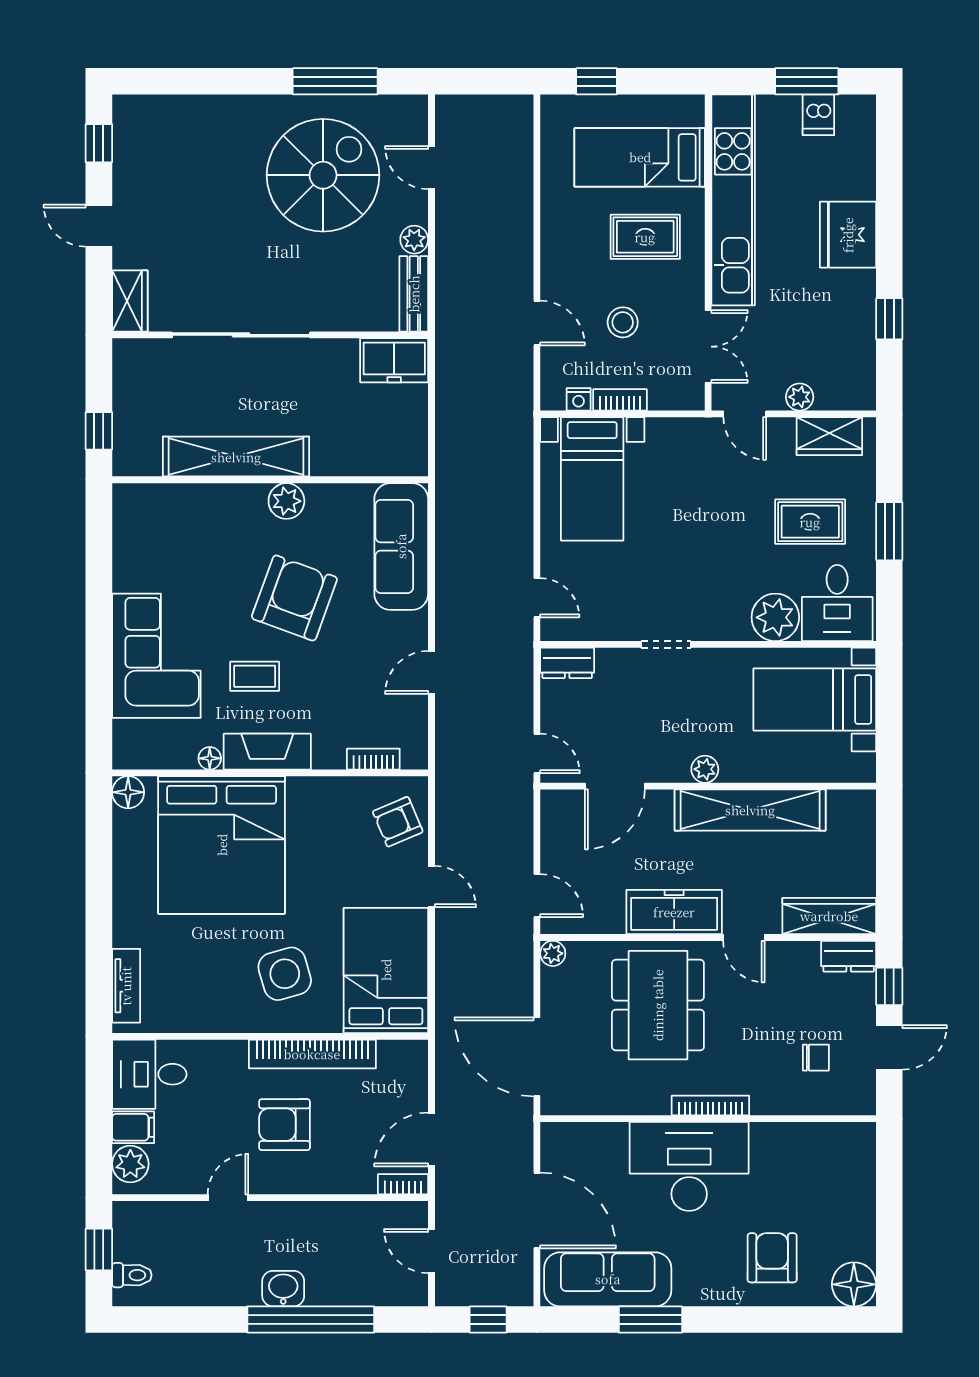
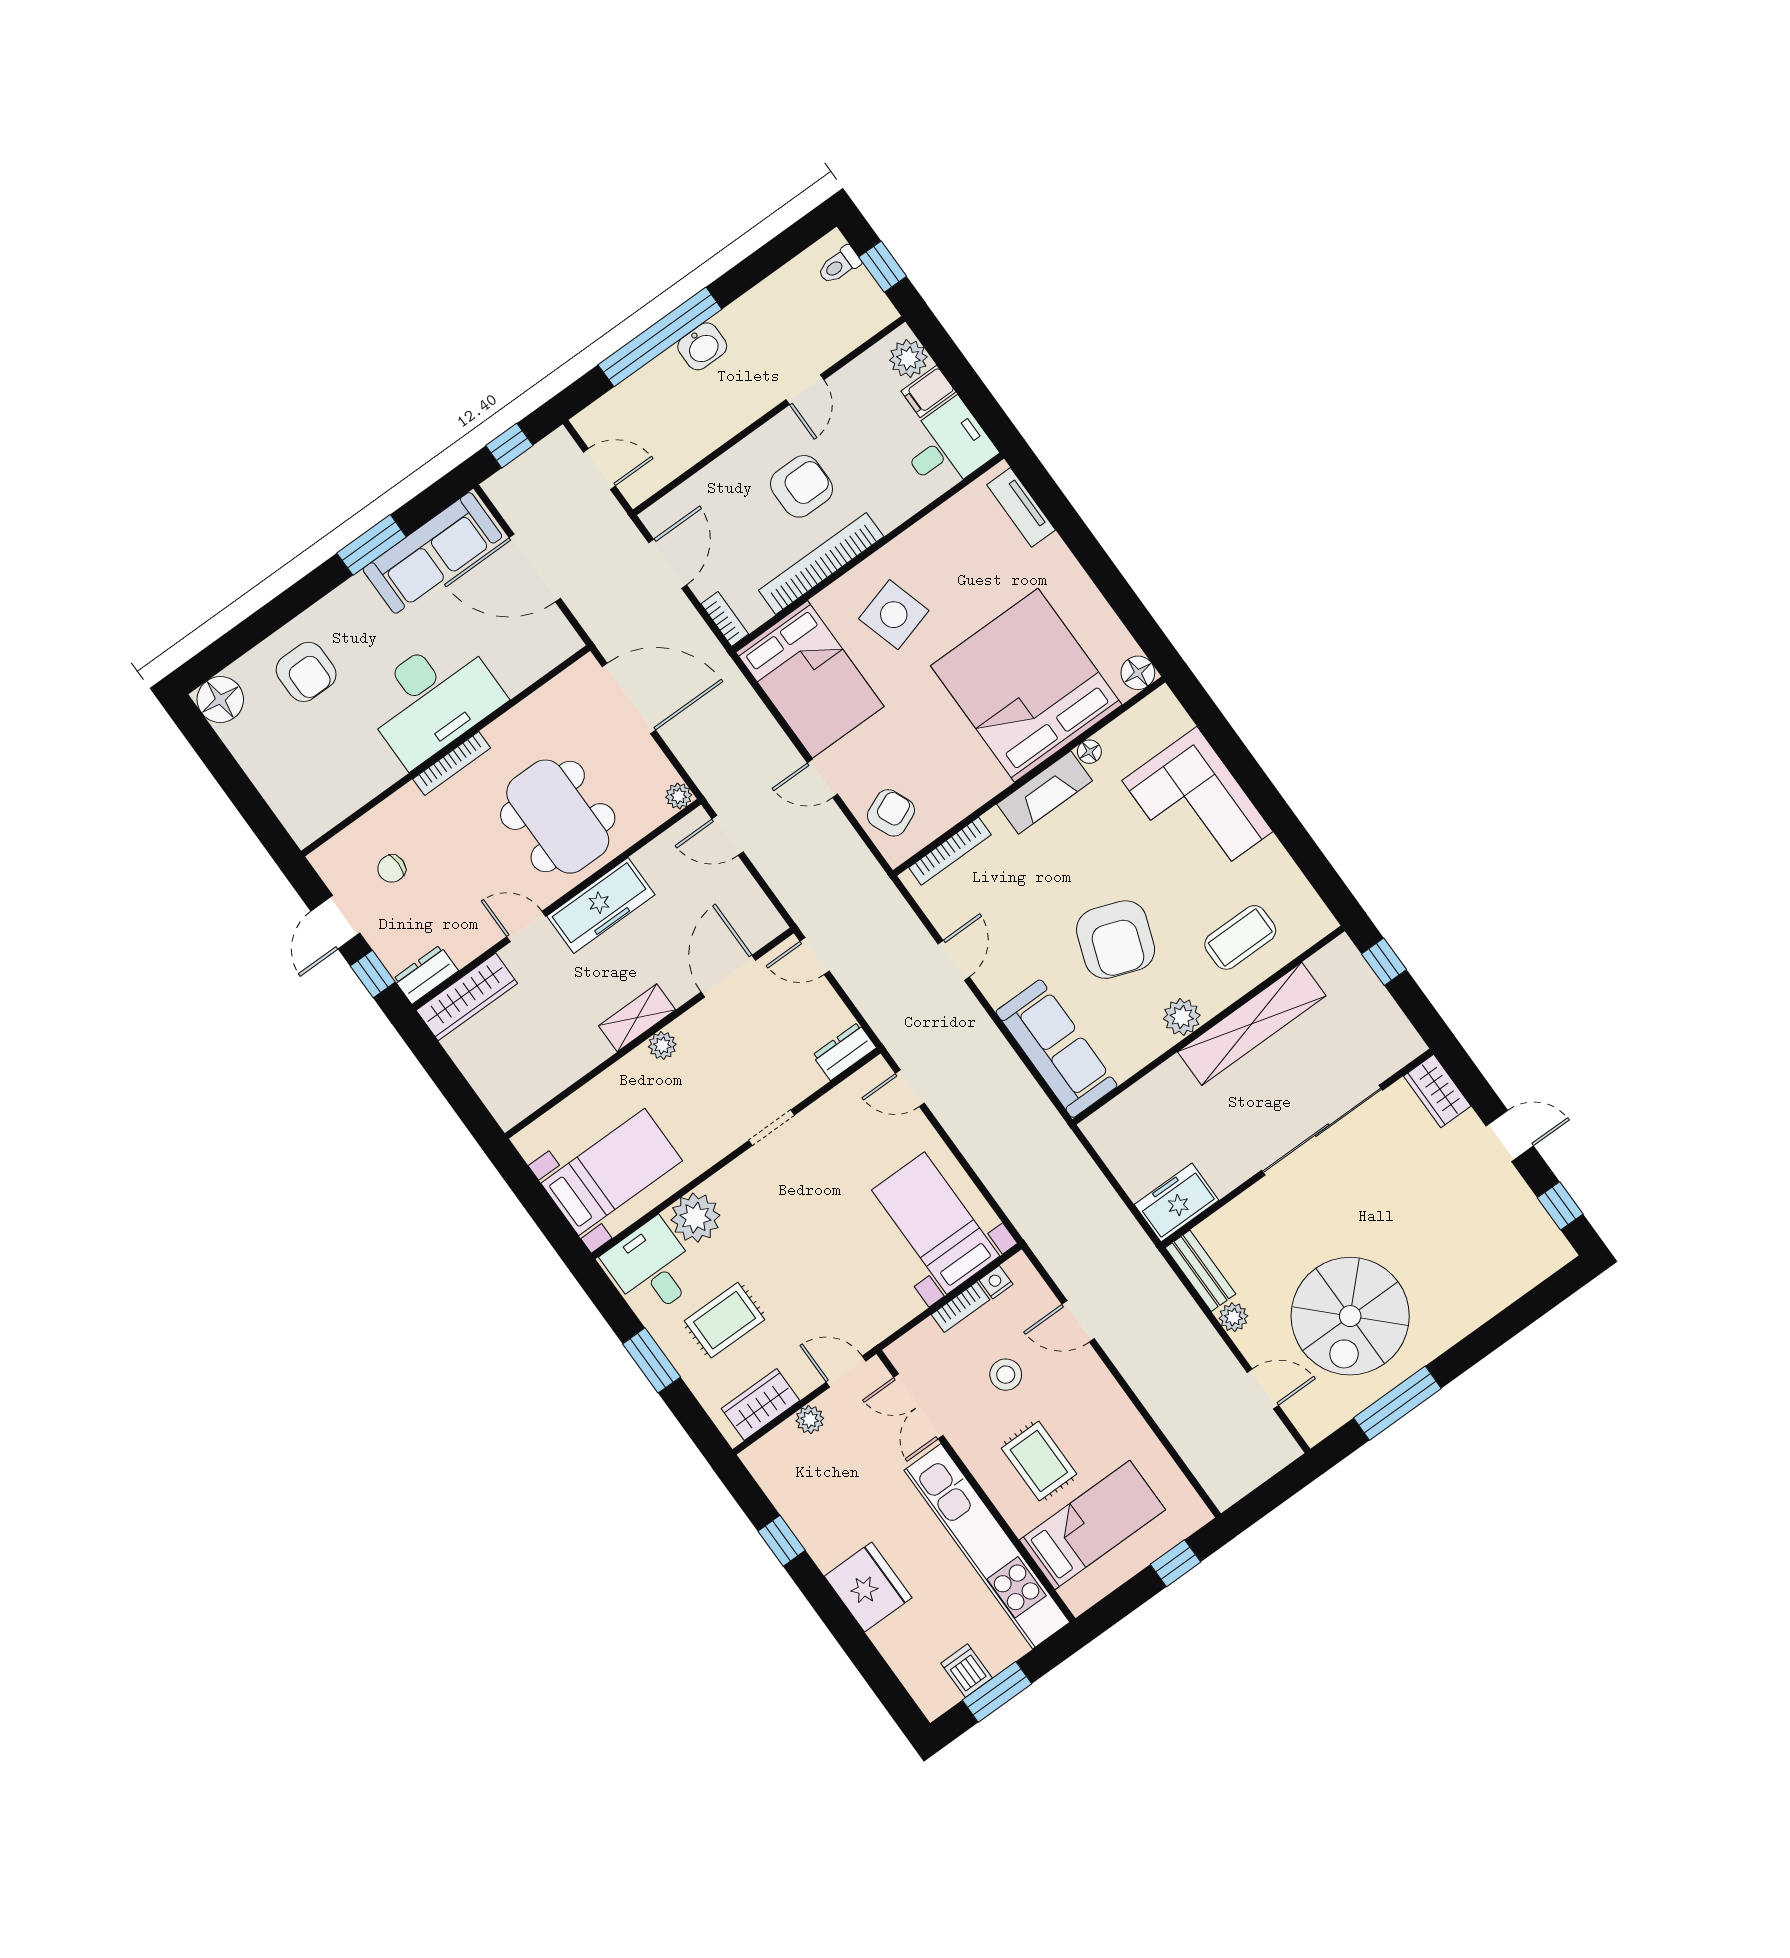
rug: (645, 237) -> (1039, 1461), turned 90
coffee table: (255, 676) -> (1240, 937), moved, width x1.36, depth x1.30
bookcase: (373, 759) -> (950, 851), width x1.56
shelving: (750, 810) -> (637, 1018), width x0.45, depth x0.75
bookcase: (403, 1184) -> (725, 619), moved, turned -90

